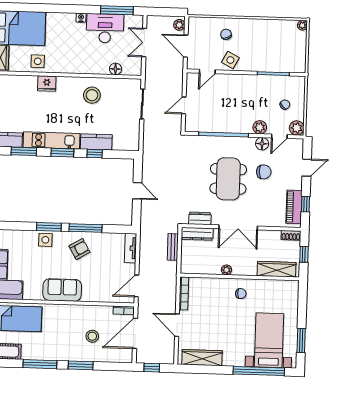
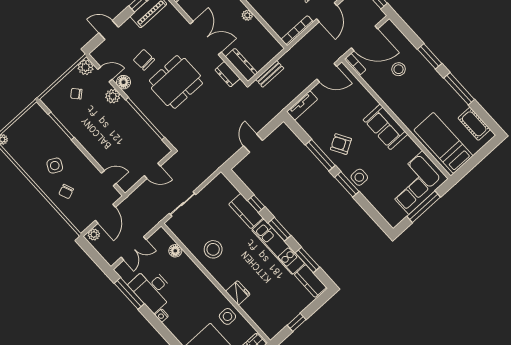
side table: (230, 60) -> (55, 166), moved

